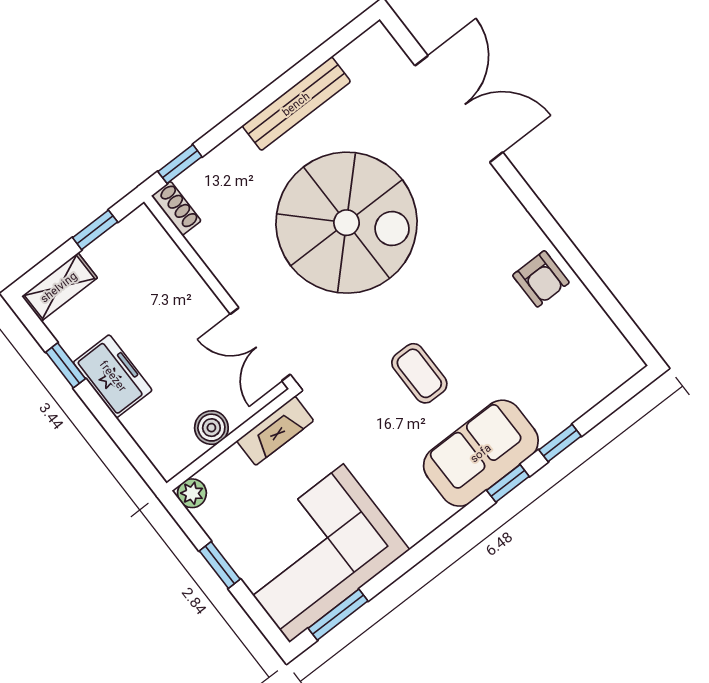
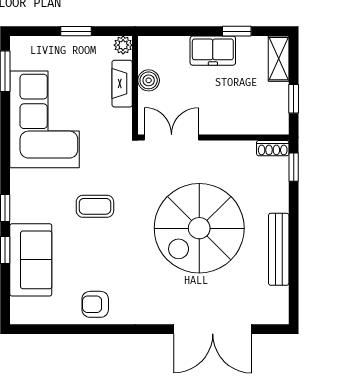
fireplace: (275, 431) -> (122, 84), moved
sofa: (481, 453) -> (31, 260), moved
corner sofa: (316, 553) -> (44, 119), moved

